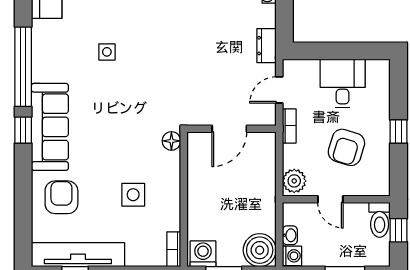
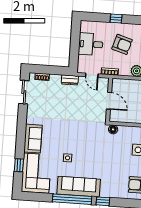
sofa: (50, 127) -> (79, 187), moved

